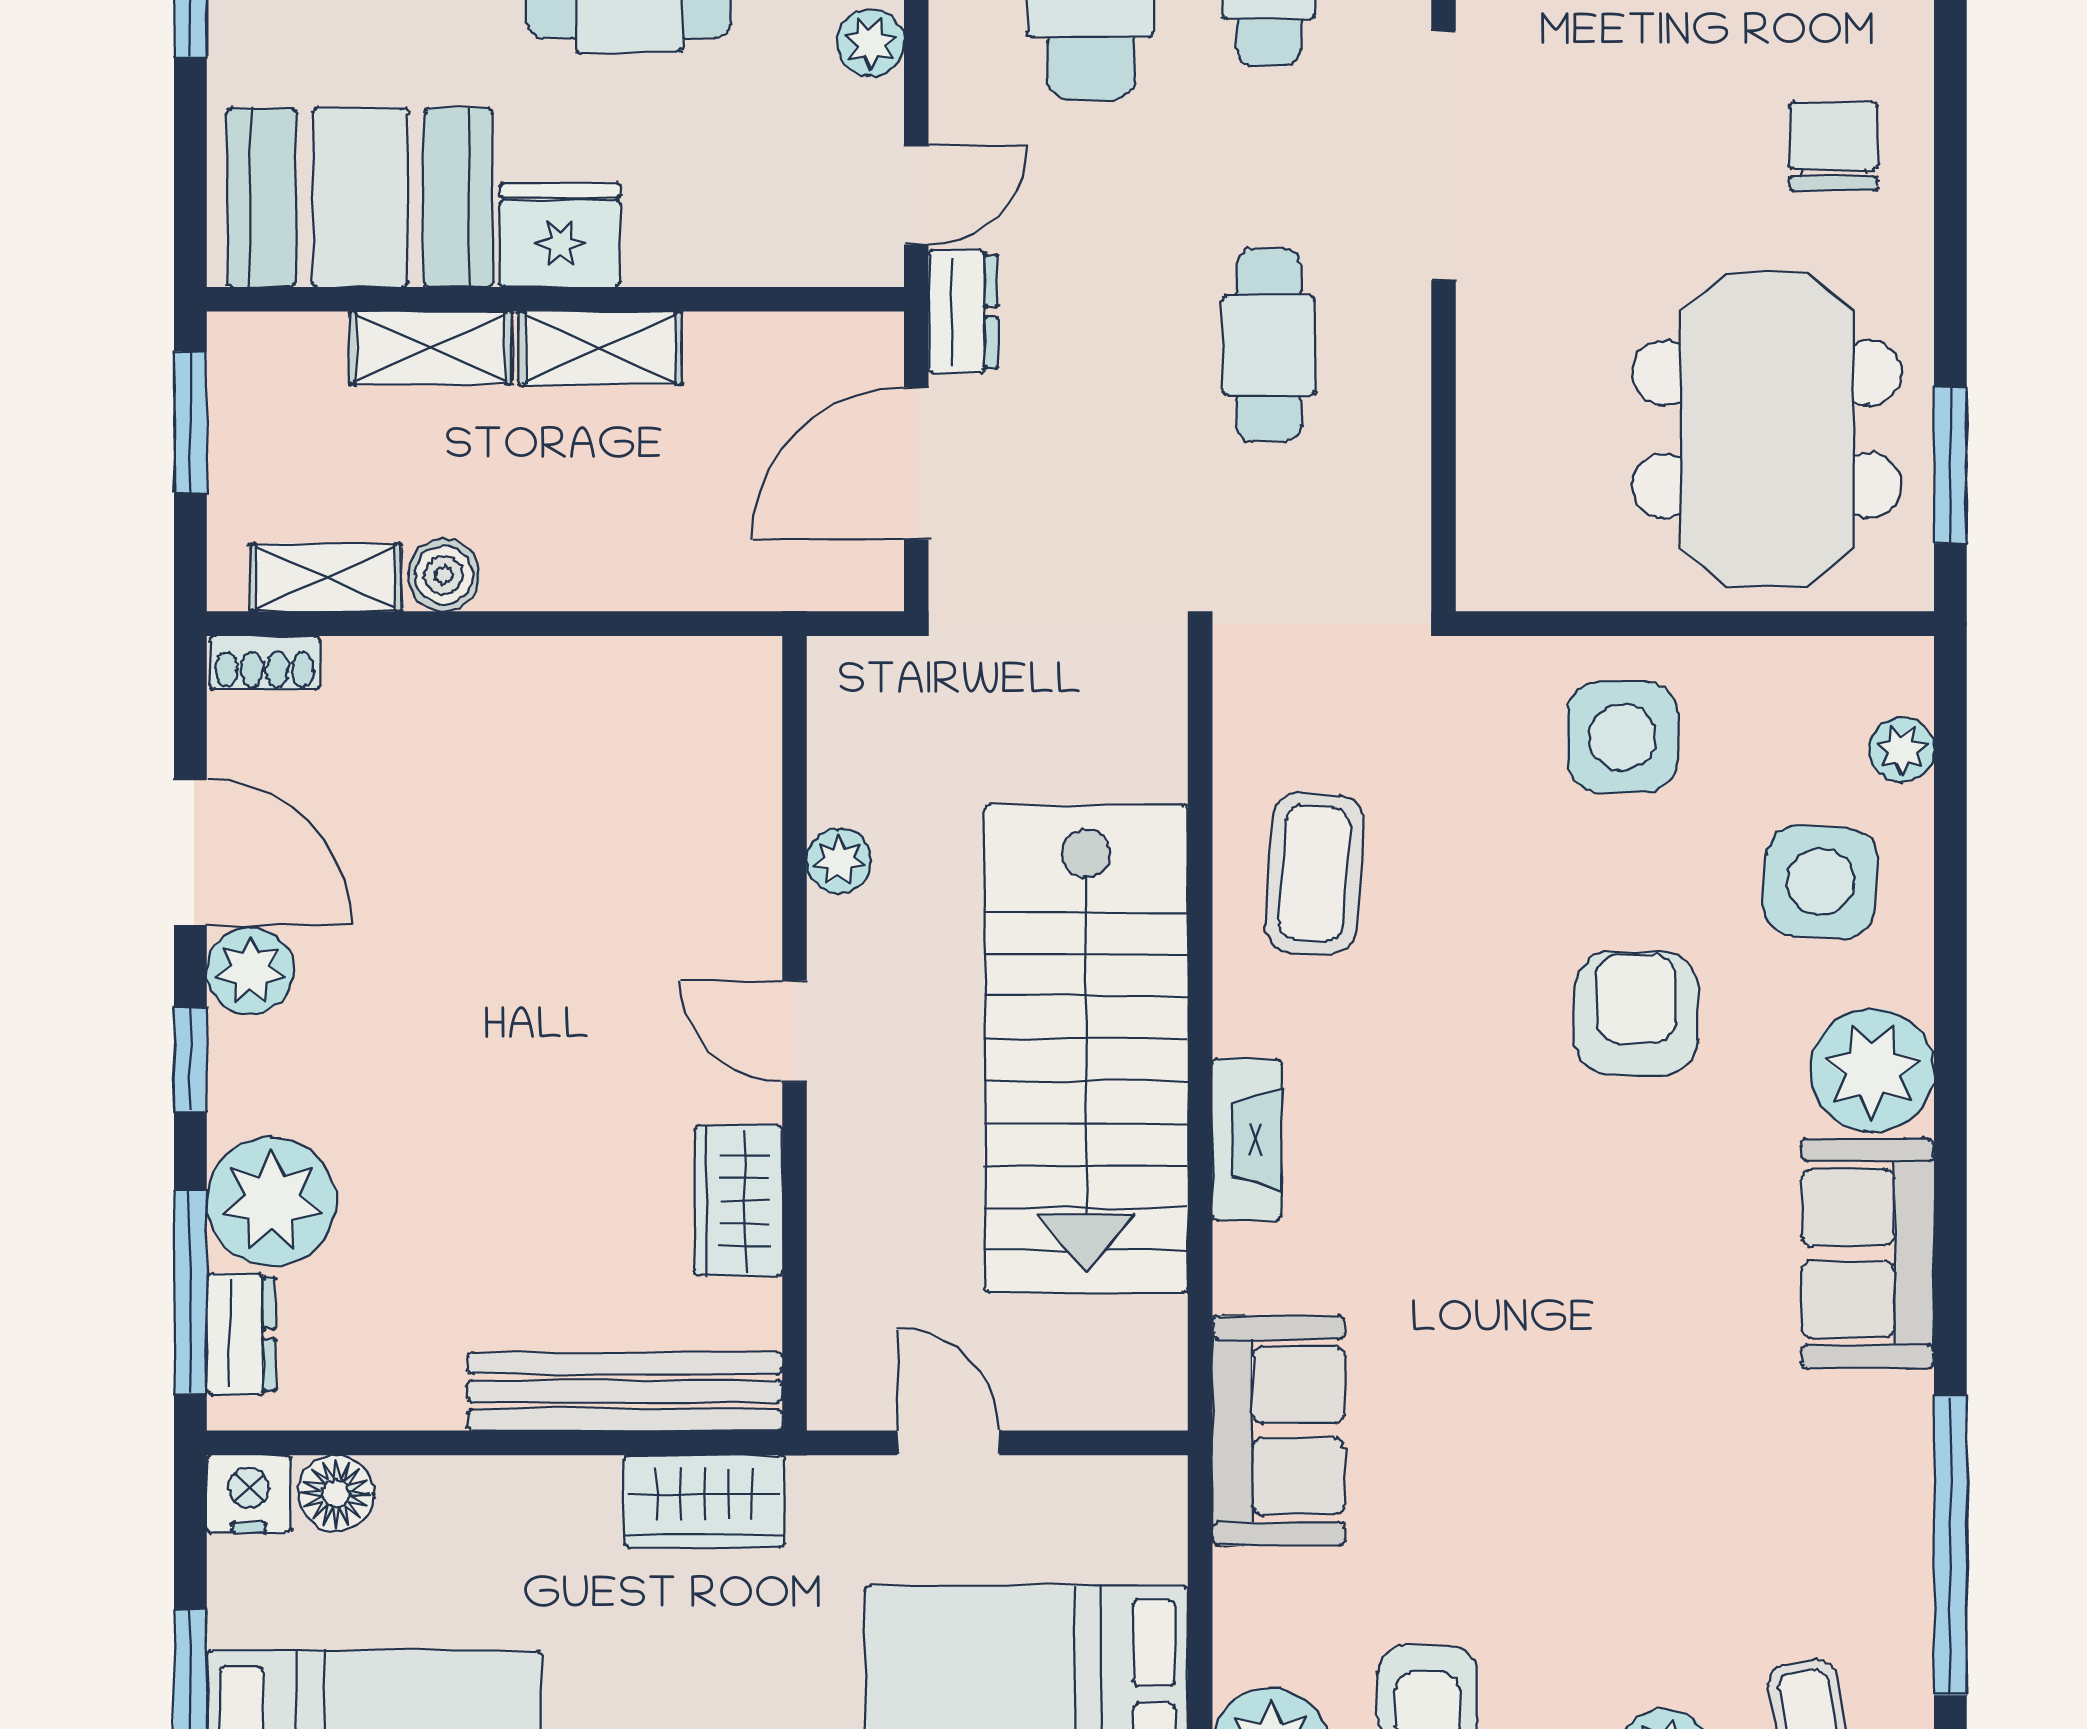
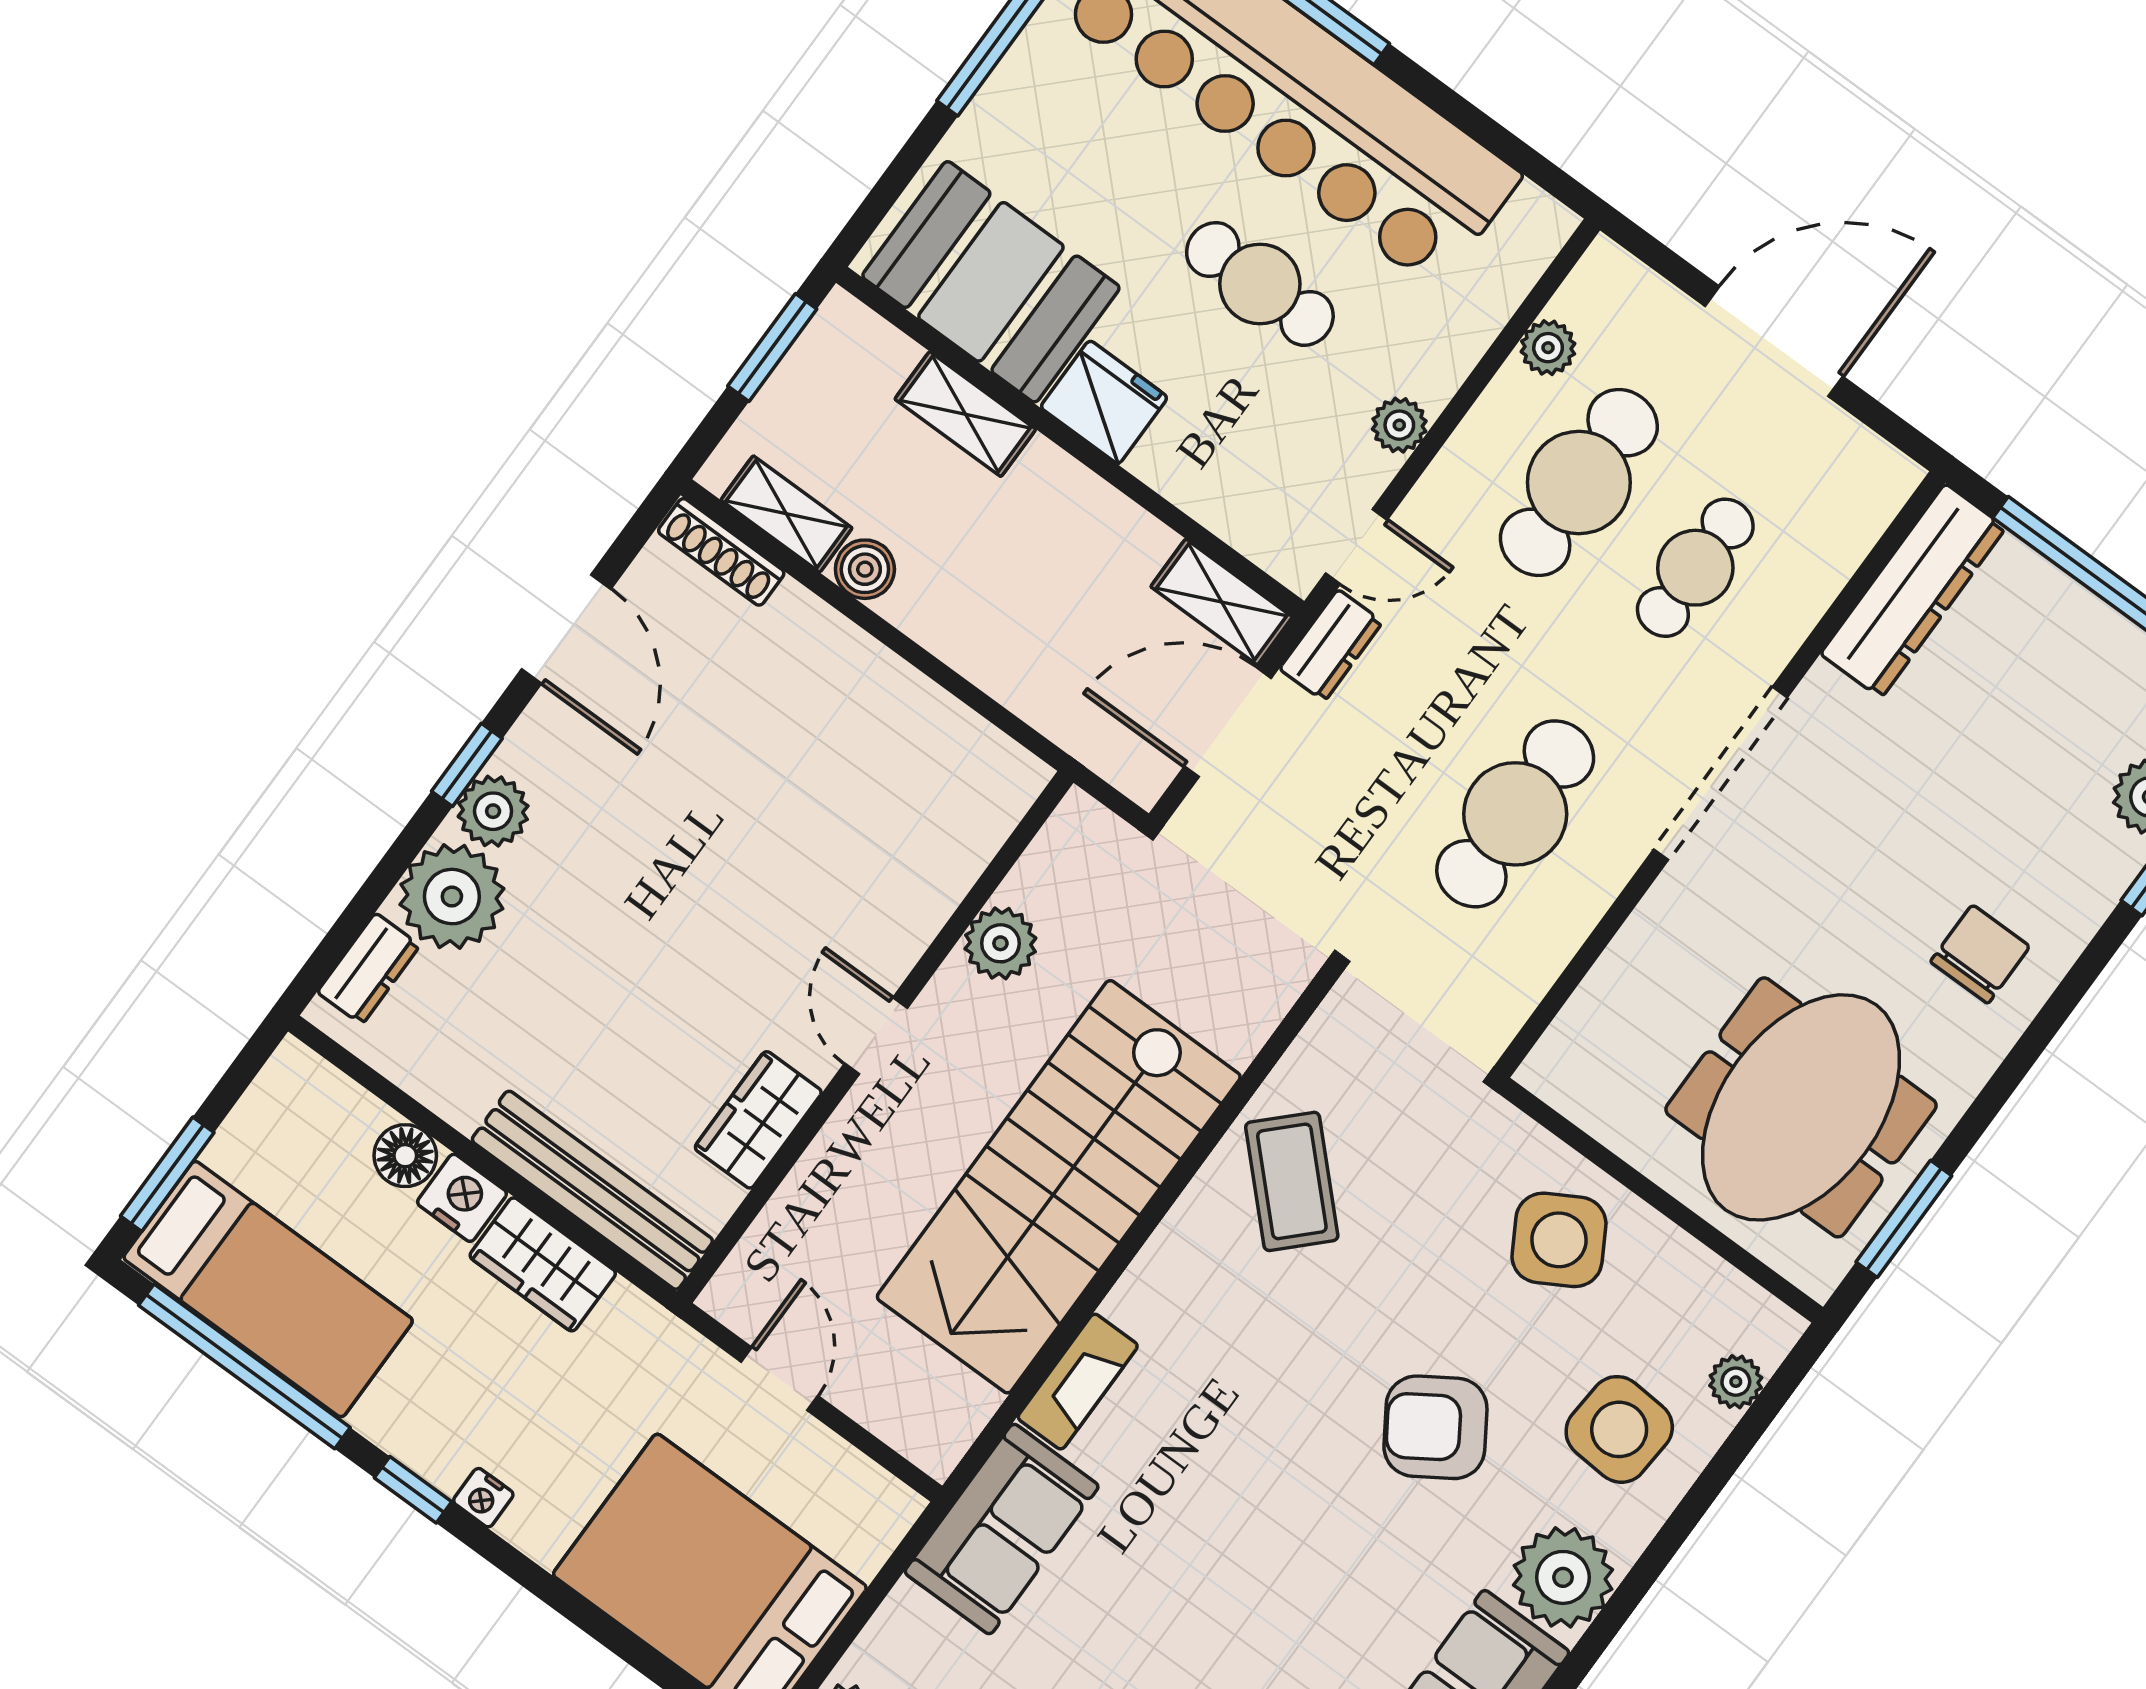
cafe table: (1269, 345) -> (1515, 814), width x1.37, depth x1.35
shelving: (600, 348) -> (1222, 602), moved
shoe rack: (265, 663) -> (721, 552), width x1.43
side table: (1623, 737) -> (1559, 1240), turned -30
plant: (839, 861) -> (1000, 943), width x1.38, depth x1.38
coffee table: (1314, 874) -> (1292, 1181), turned -49
plant: (250, 971) -> (493, 811), moved
armchair: (1636, 1014) -> (1435, 1427), turned -123
fireplace: (1247, 1140) -> (1078, 1382), moved
window: (190, 1291) -> (356, 917), removed
floor lamp: (336, 1493) -> (405, 1156), moved
nightstand: (249, 1494) -> (462, 1198), moved
wardrobe: (704, 1501) -> (543, 1264), moved

